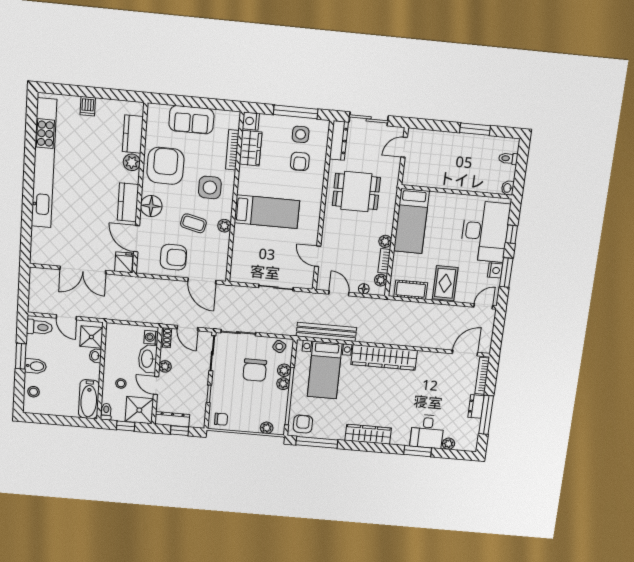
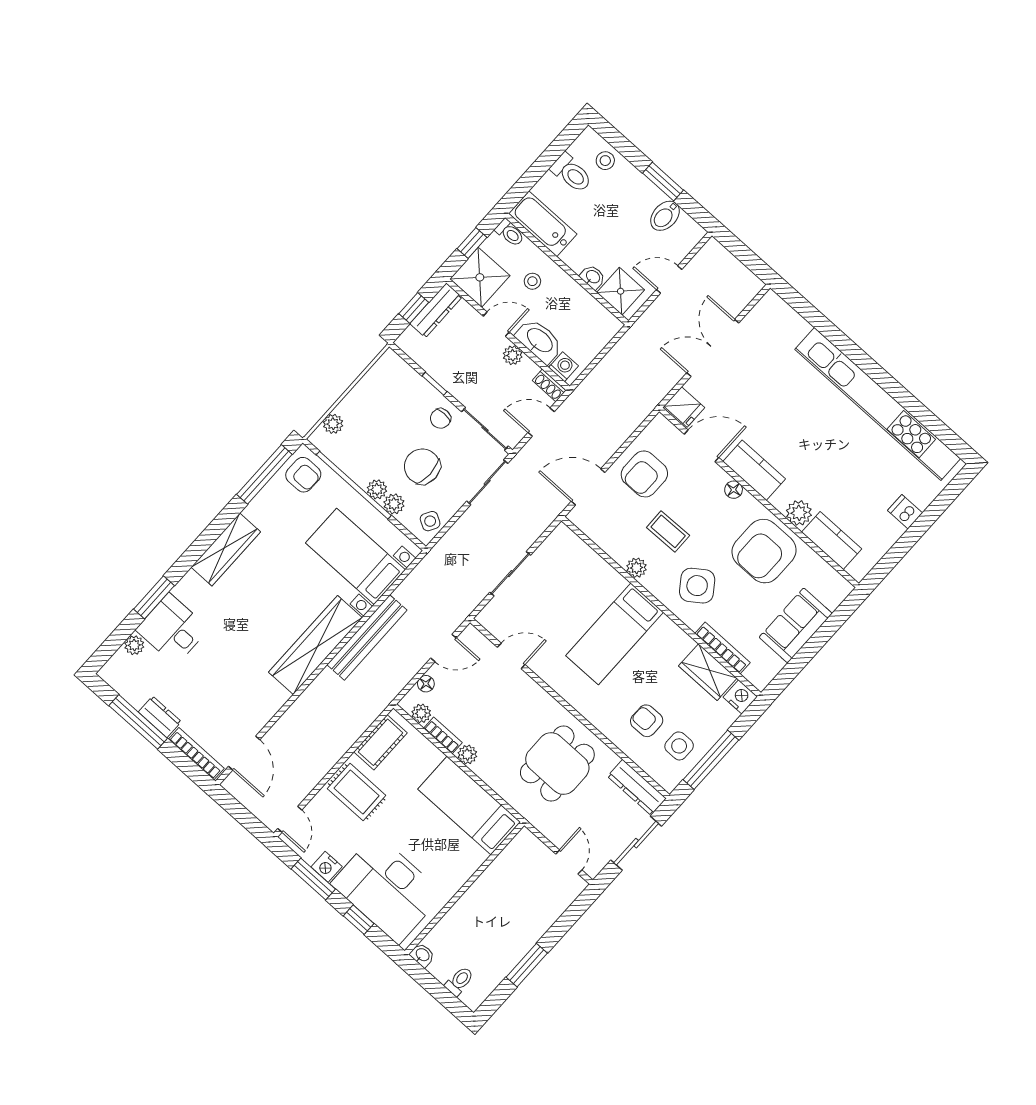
armchair: (165, 166) -> (764, 551), turned 90
side table: (210, 187) -> (697, 586), turned -36
floor lamp: (151, 206) -> (734, 490), width x0.53, depth x0.53
coffee table: (193, 223) -> (668, 531), turned 76
toilet: (39, 327) -> (571, 173), moved, turned -90
bench: (326, 332) -> (367, 637), moved
bidet: (35, 366) -> (665, 216), moved
chair: (221, 419) -> (441, 418), moved

